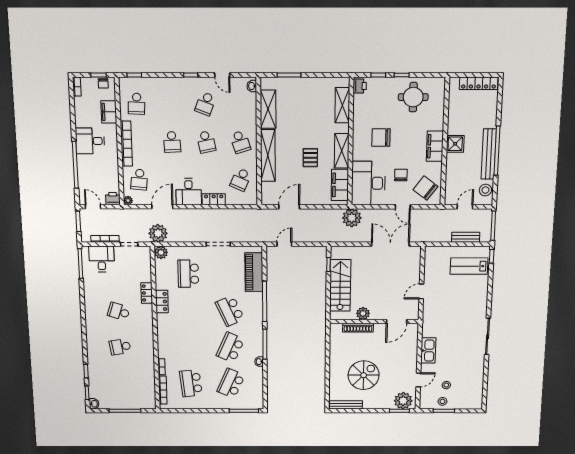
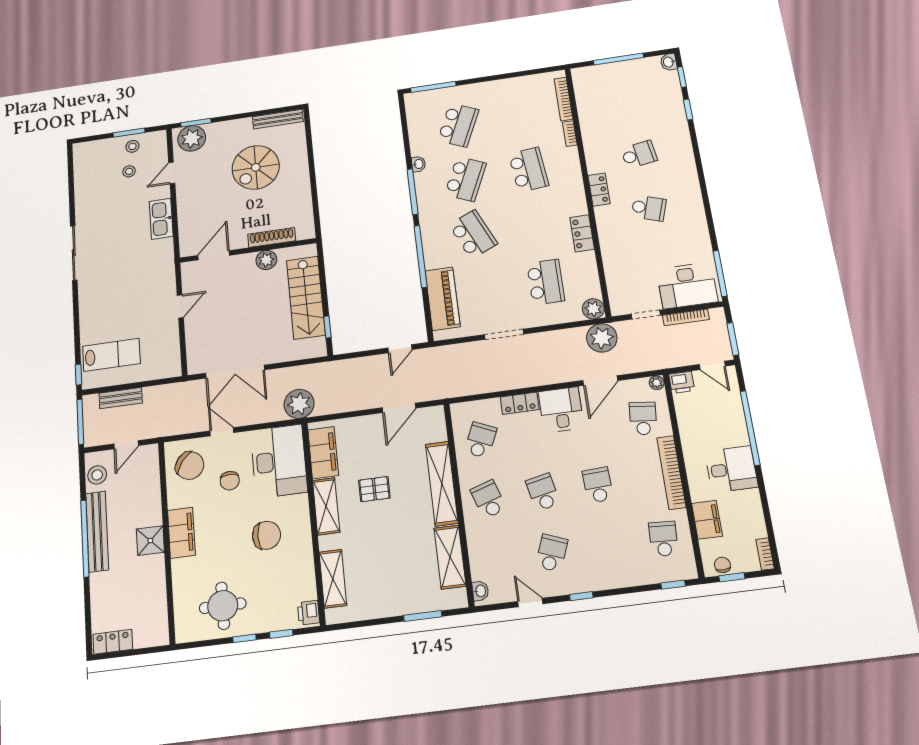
locker: (479, 83) -> (113, 642), width x0.66
pallet: (310, 158) -> (374, 489), turned 90
desk: (102, 259) -> (687, 286), width x1.37
locker: (147, 293) -> (599, 190), moved
school desk: (191, 383) -> (529, 170), moved

